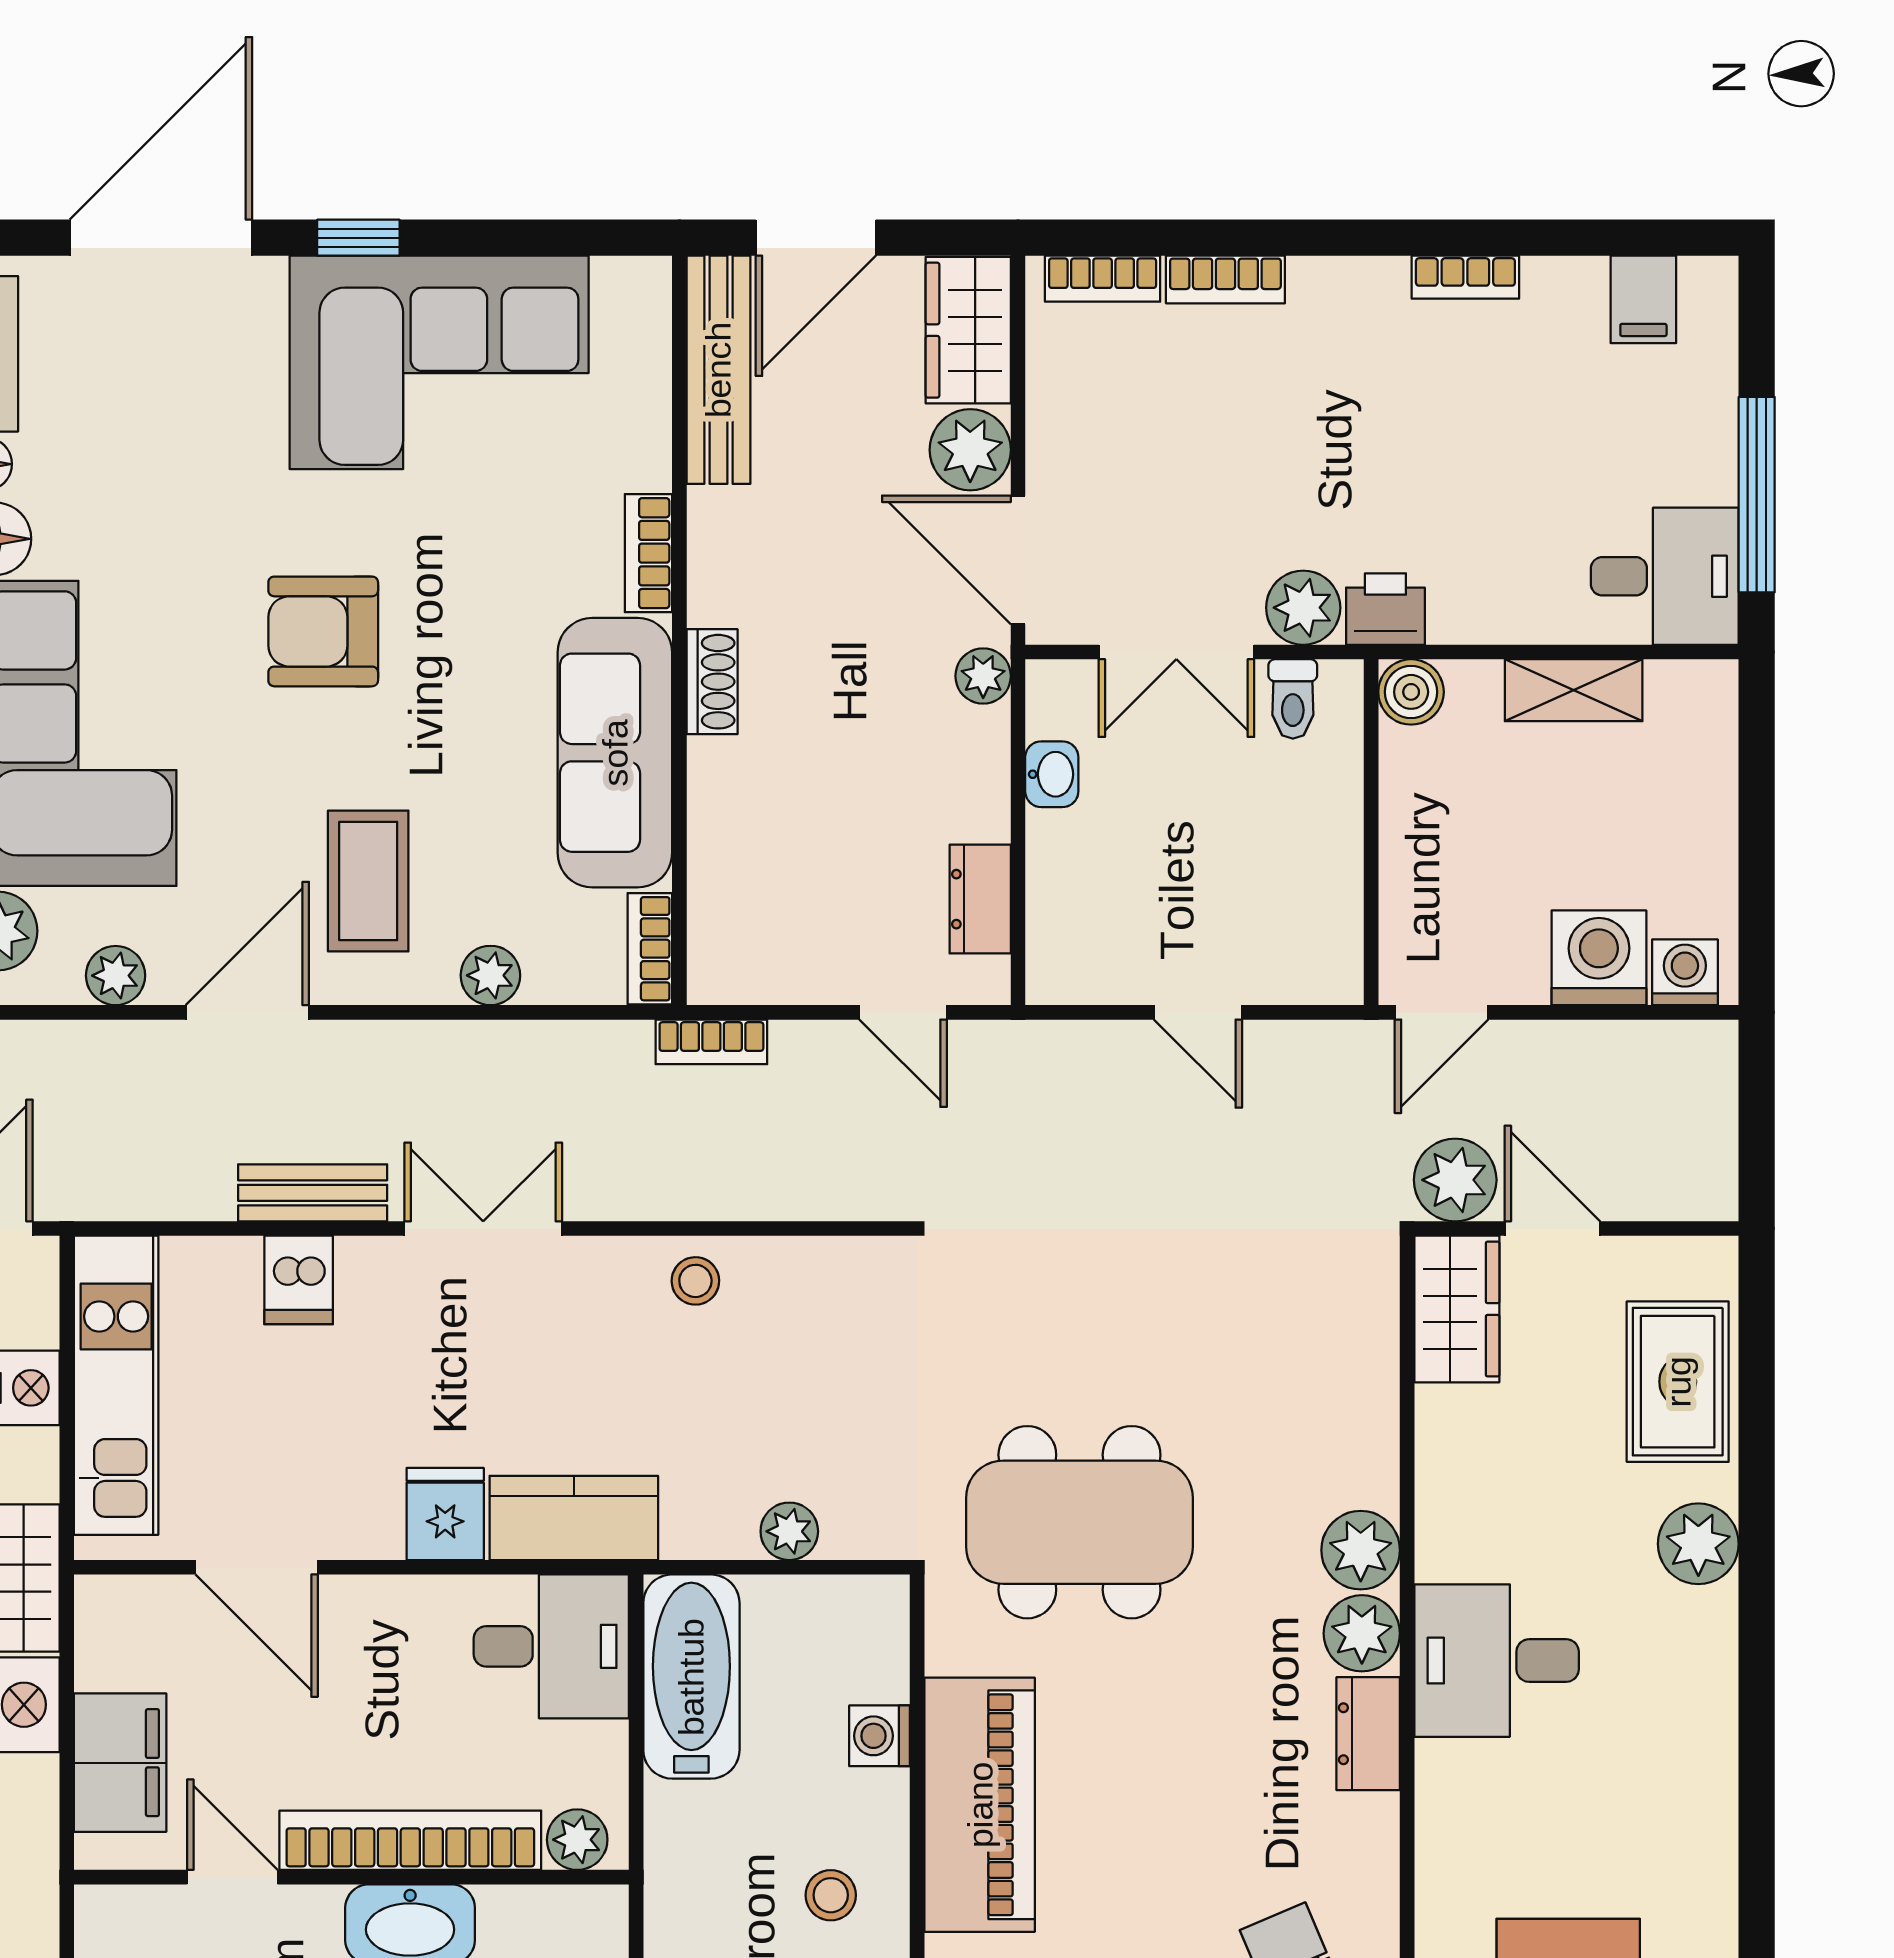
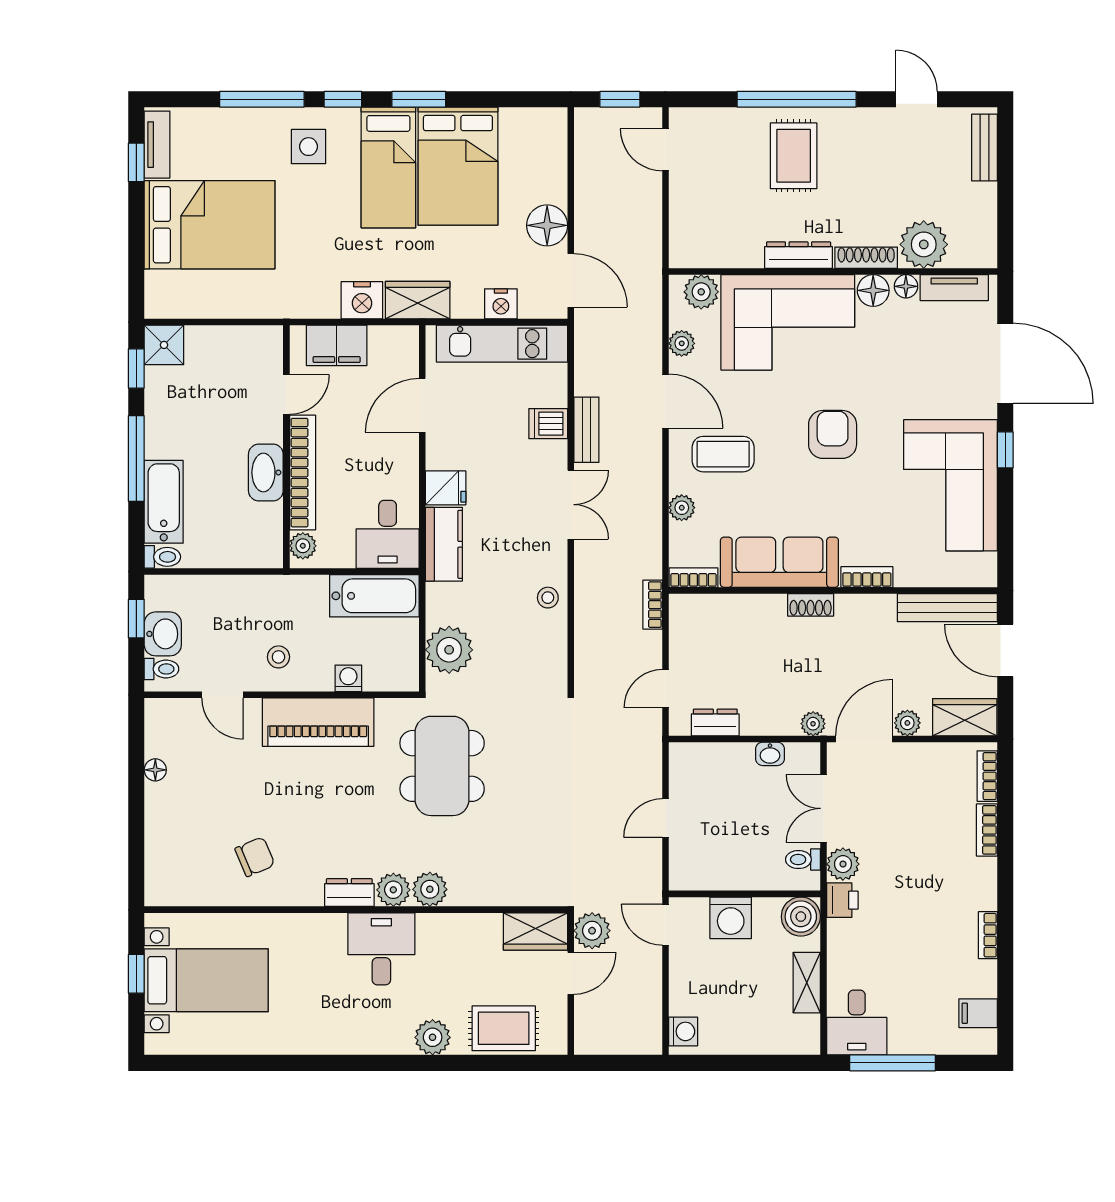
plant: (970, 450) -> (907, 723), width x0.73, depth x0.73
boiler: (1411, 692) -> (801, 917), width x1.36, depth x1.36
washing machine: (1599, 958) -> (731, 918), moved, turned 90
plant: (789, 1531) -> (449, 650), width x1.88, depth x1.88

